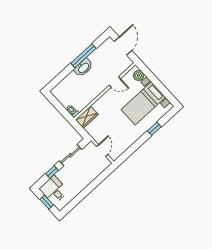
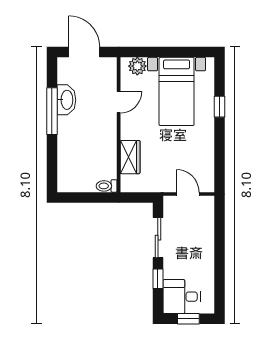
washbasin: (83, 68) -> (66, 100), moved
wardrobe: (87, 117) -> (130, 157), moved

